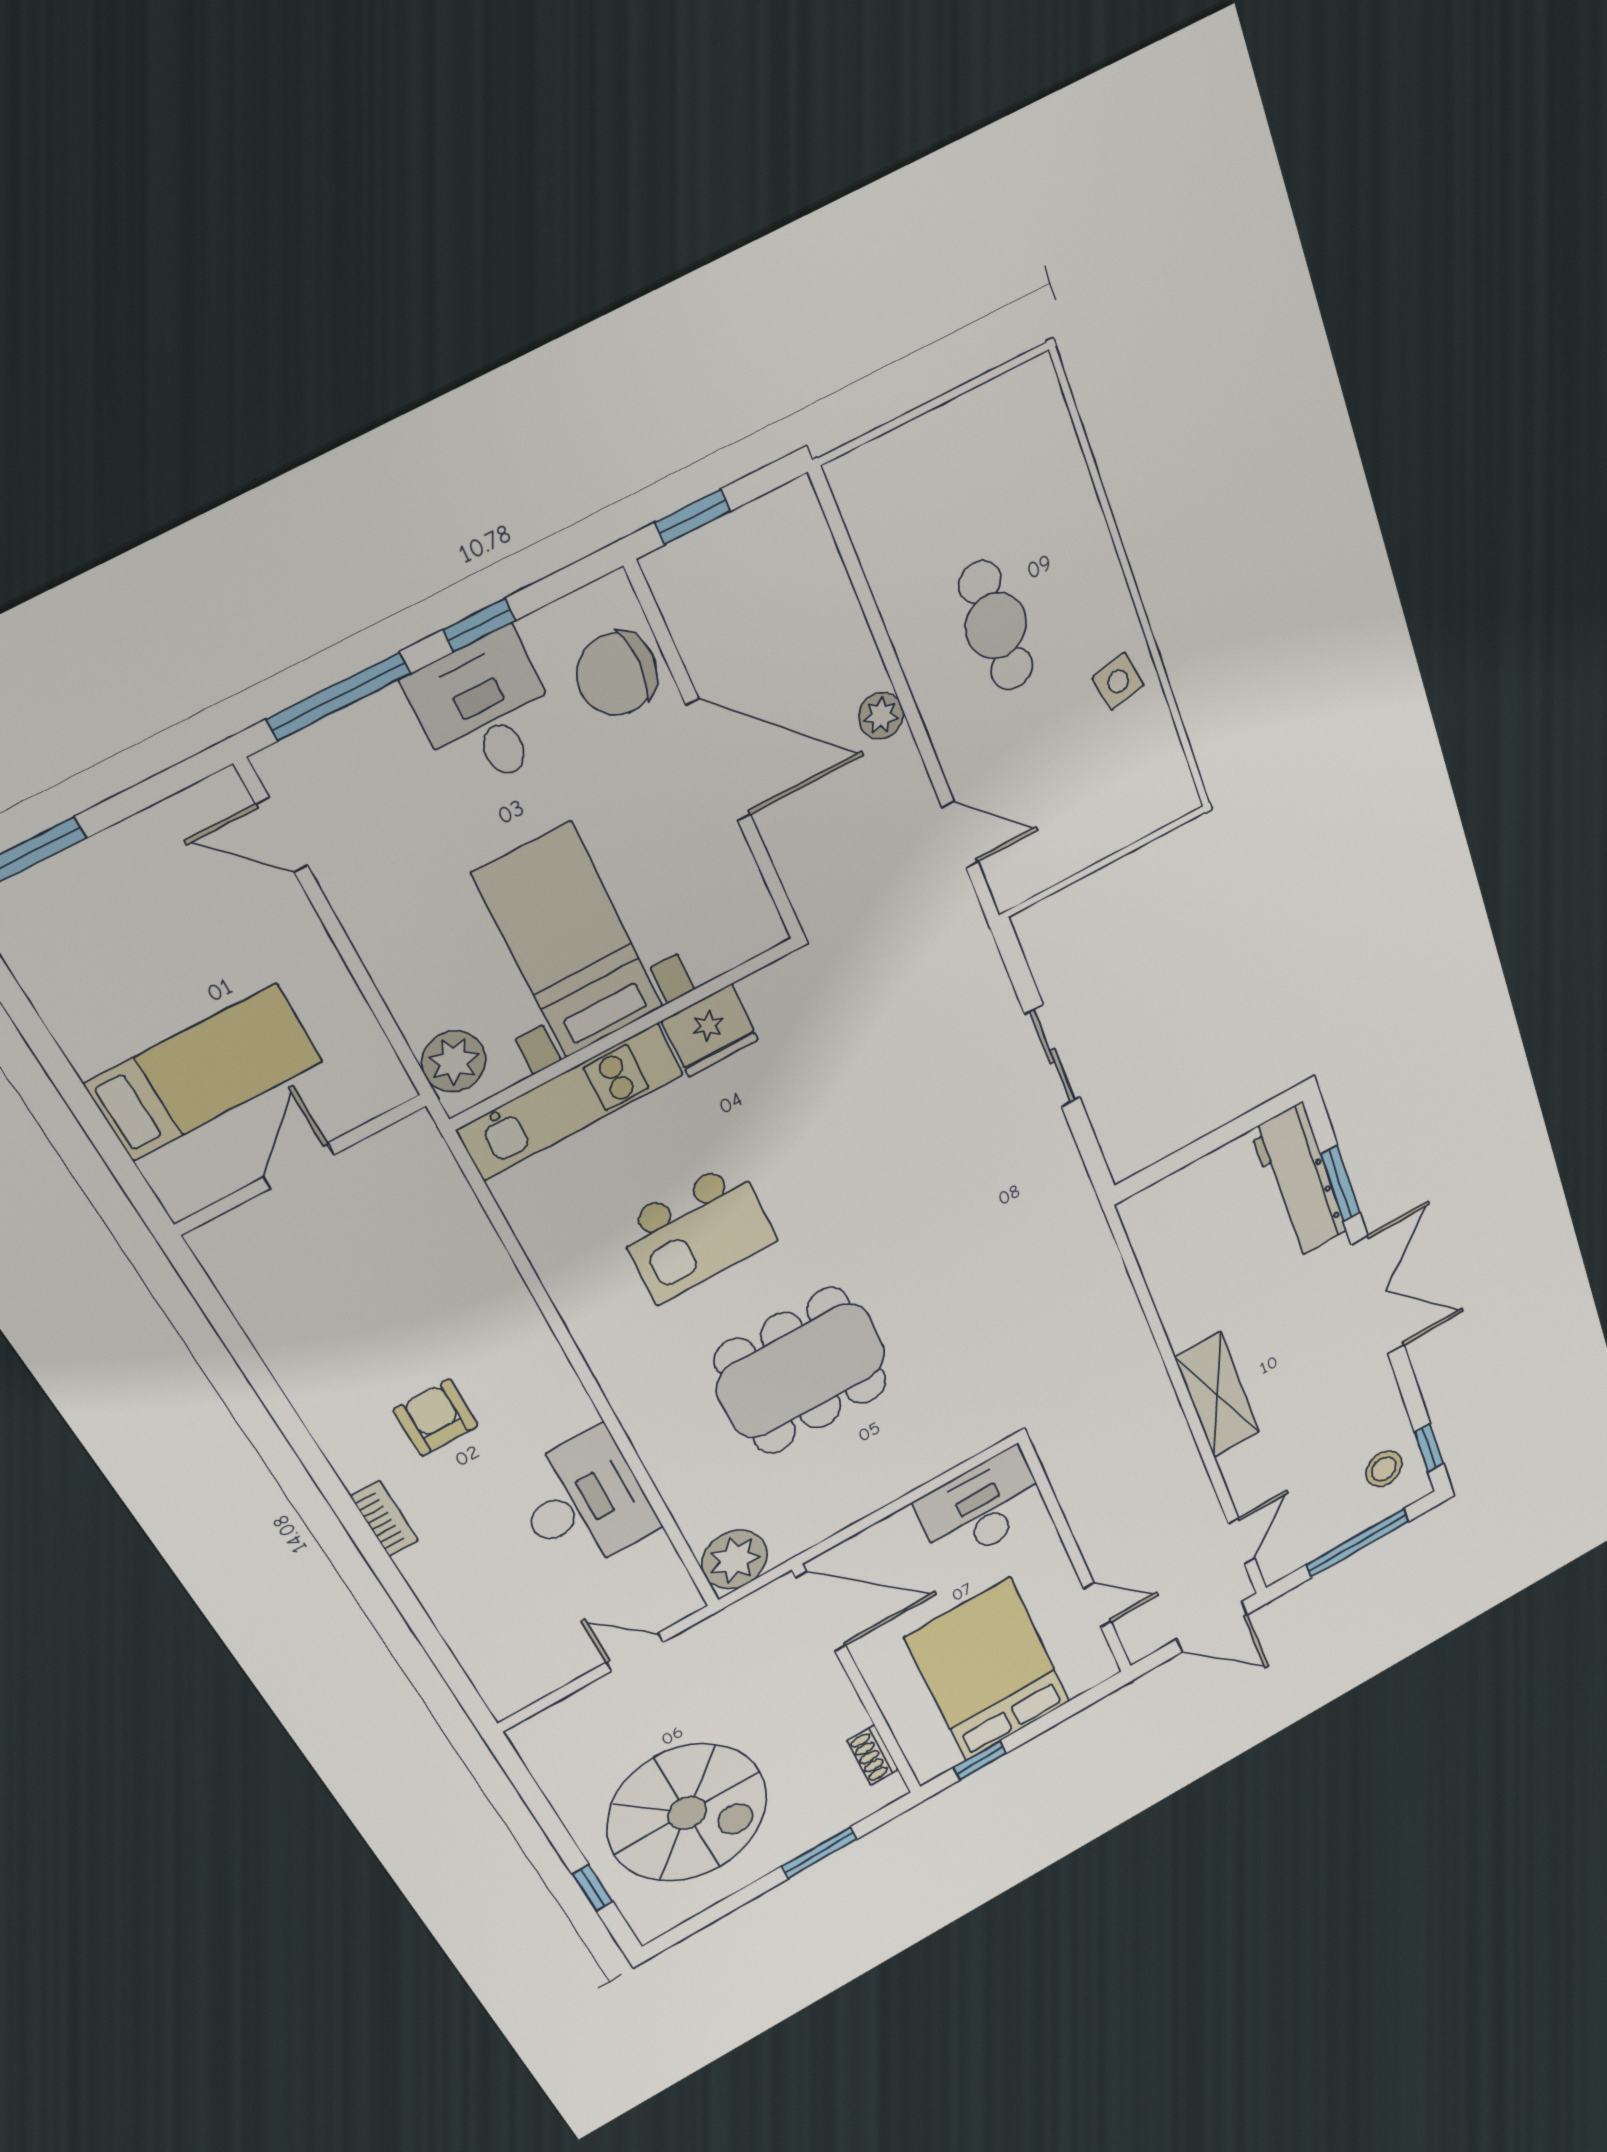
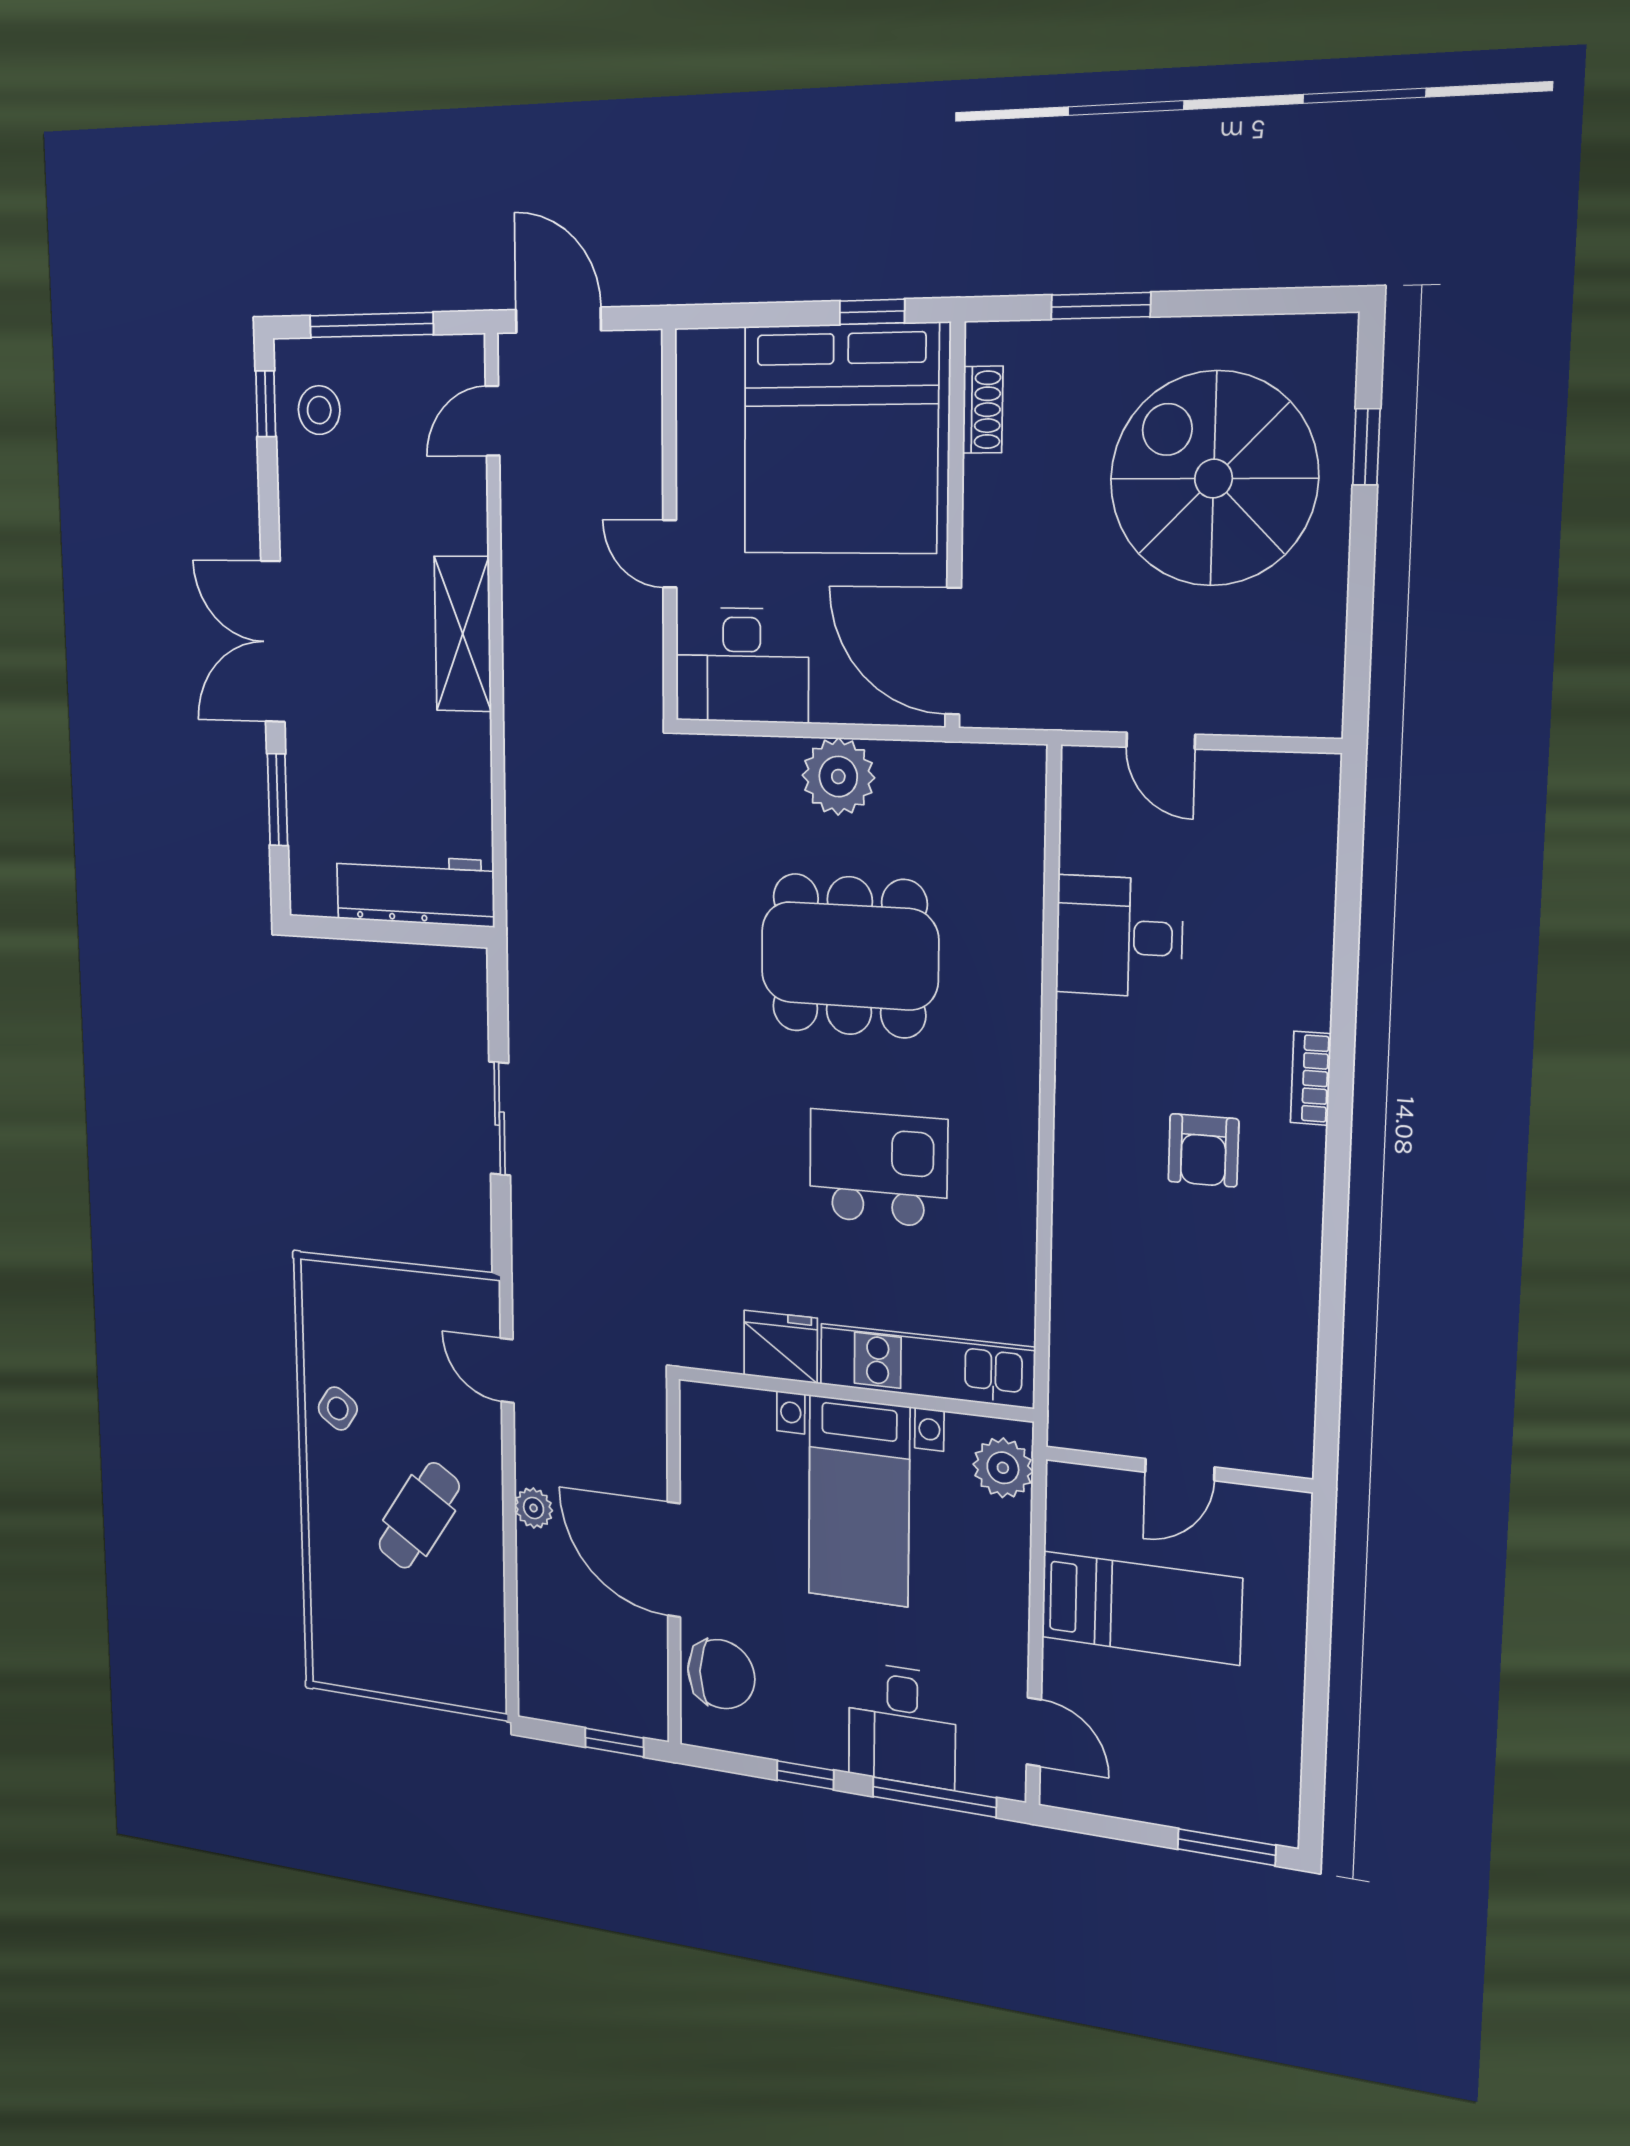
cafe table: (996, 626) -> (419, 1516), turned 33
side table: (1118, 681) -> (338, 1409), turned 45
desk: (485, 712) -> (902, 1725), moved
bed: (204, 1072) -> (1141, 1608), moved, turned 180
workbench: (1299, 1181) -> (415, 890), moved, turned -90
desk: (584, 1502) -> (1119, 937), width x0.73
plant: (735, 1560) -> (838, 777), moved
door: (1097, 1605) -> (670, 554), moved
bed: (988, 1670) -> (840, 439), width x1.36

